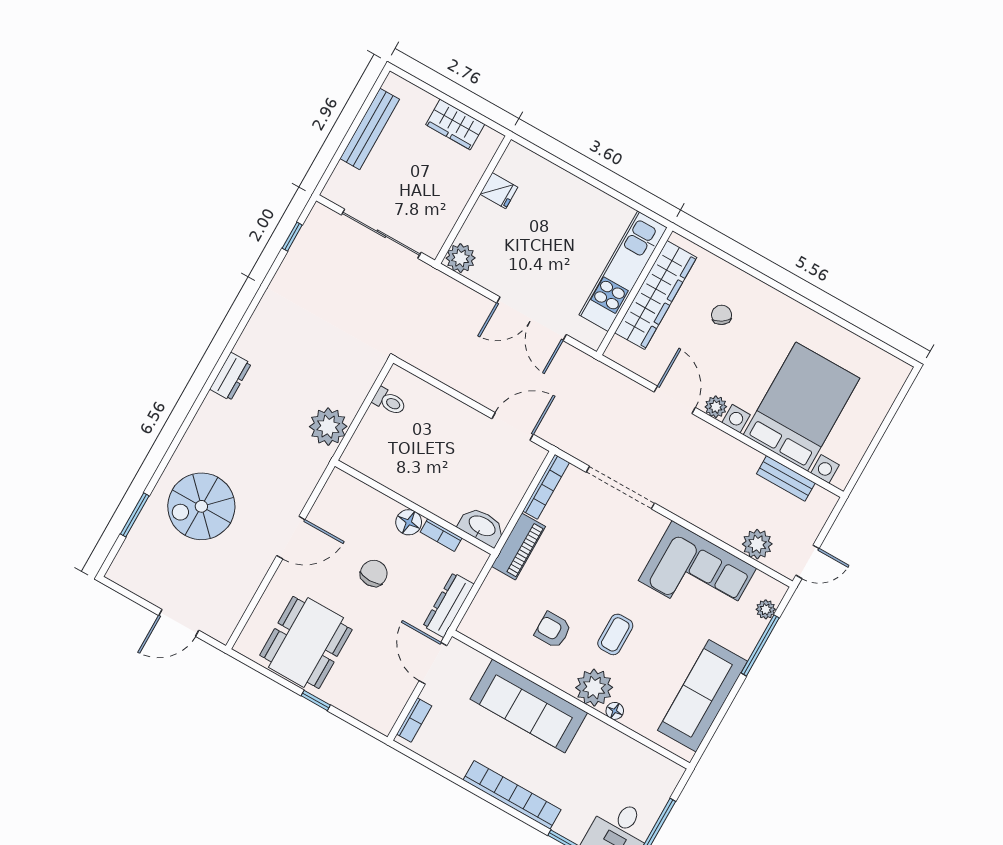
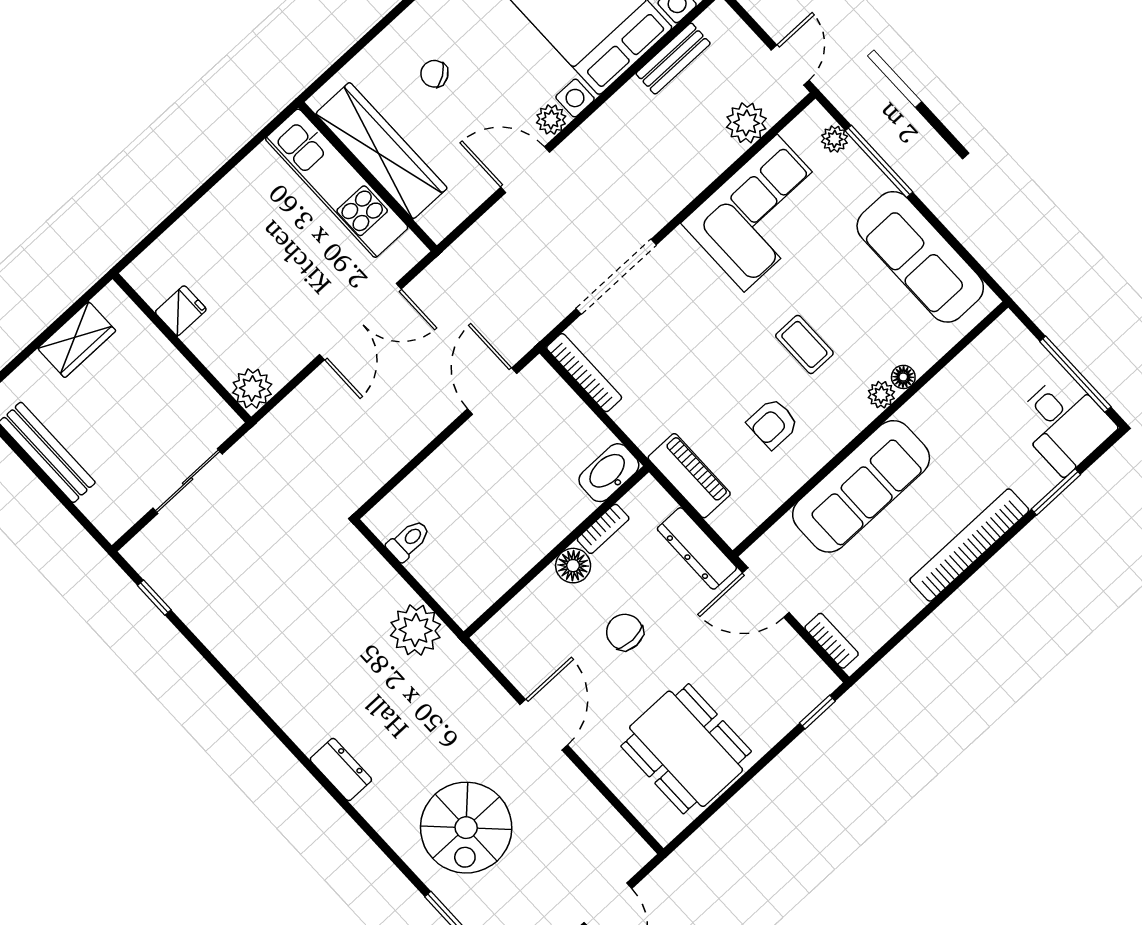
sliding door: (381, 234) -> (188, 481), width x0.73
dresser: (231, 376) -> (341, 769), moved
piano: (518, 546) -> (689, 476), moved
plant: (594, 688) -> (881, 395), width x0.53, depth x0.53
window: (316, 700) -> (817, 712), moved

